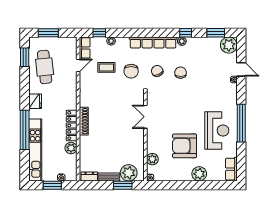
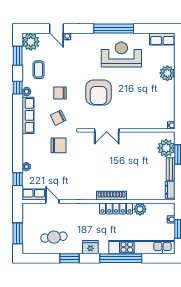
row of seats: (153, 42) -> (28, 115), width x0.73
window: (25, 57) -> (69, 258), moved
cafe table: (45, 67) -> (54, 237), width x0.73, depth x0.74
coffee table: (106, 67) -> (39, 70), moved
door: (241, 69) -> (57, 29), swing flipped
armchair: (185, 146) -> (99, 92), moved
plant: (152, 159) -> (152, 123), removed

